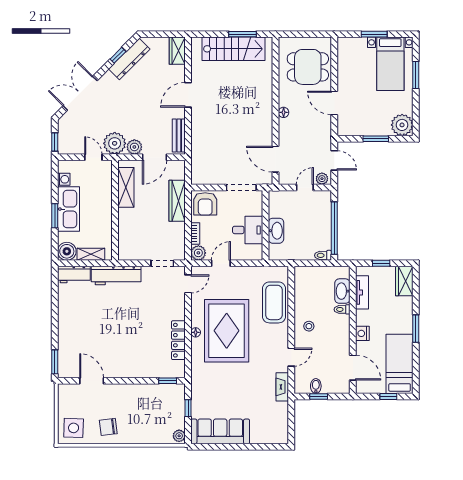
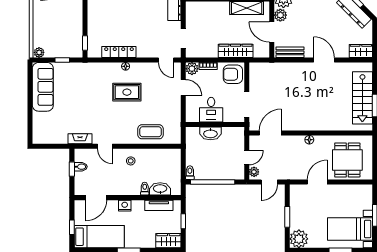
door: (305, 187) -> (247, 158), hinge flipped
coffee table: (274, 302) -> (151, 132), width x0.73, depth x0.76
rug: (227, 331) -> (127, 92), width x0.54, depth x0.49

